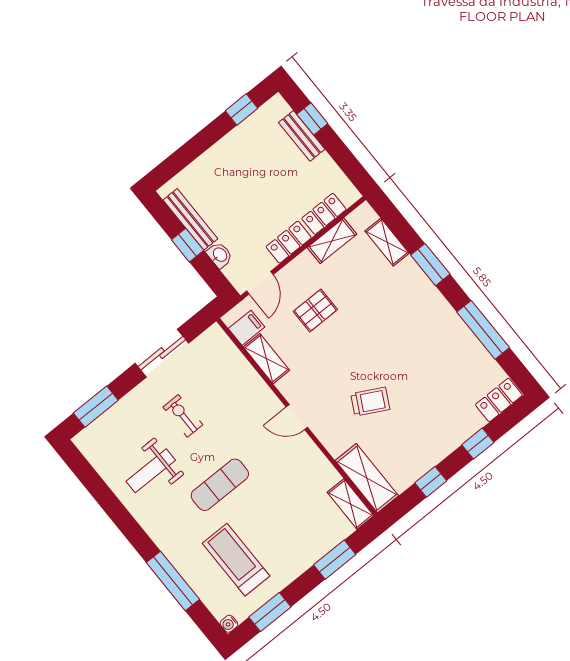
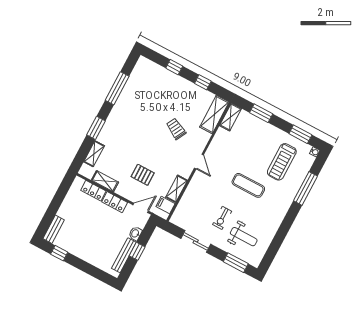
window: (312, 119) -> (49, 216), removed
bench: (302, 136) -> (54, 229), moved
locker: (499, 400) -> (148, 66), removed
weight bench: (151, 471) -> (244, 237), moved

